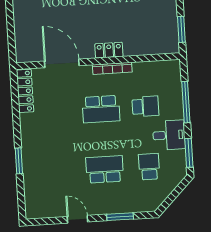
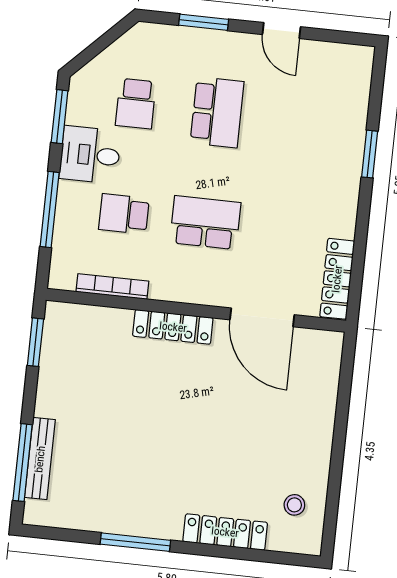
locker: (109, 50) -> (173, 327), width x1.53
bookcase: (112, 68) -> (112, 287), moved
school desk: (105, 169) -> (217, 112), turned -90

